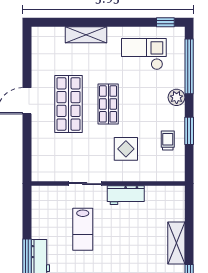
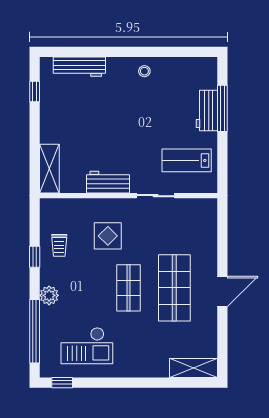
shelving: (86, 35) -> (194, 368), moved
window: (189, 131) -> (35, 257), width x0.67
lab bench: (83, 229) -> (187, 160), moved, turned -90
shelving: (176, 243) -> (49, 169), moved

